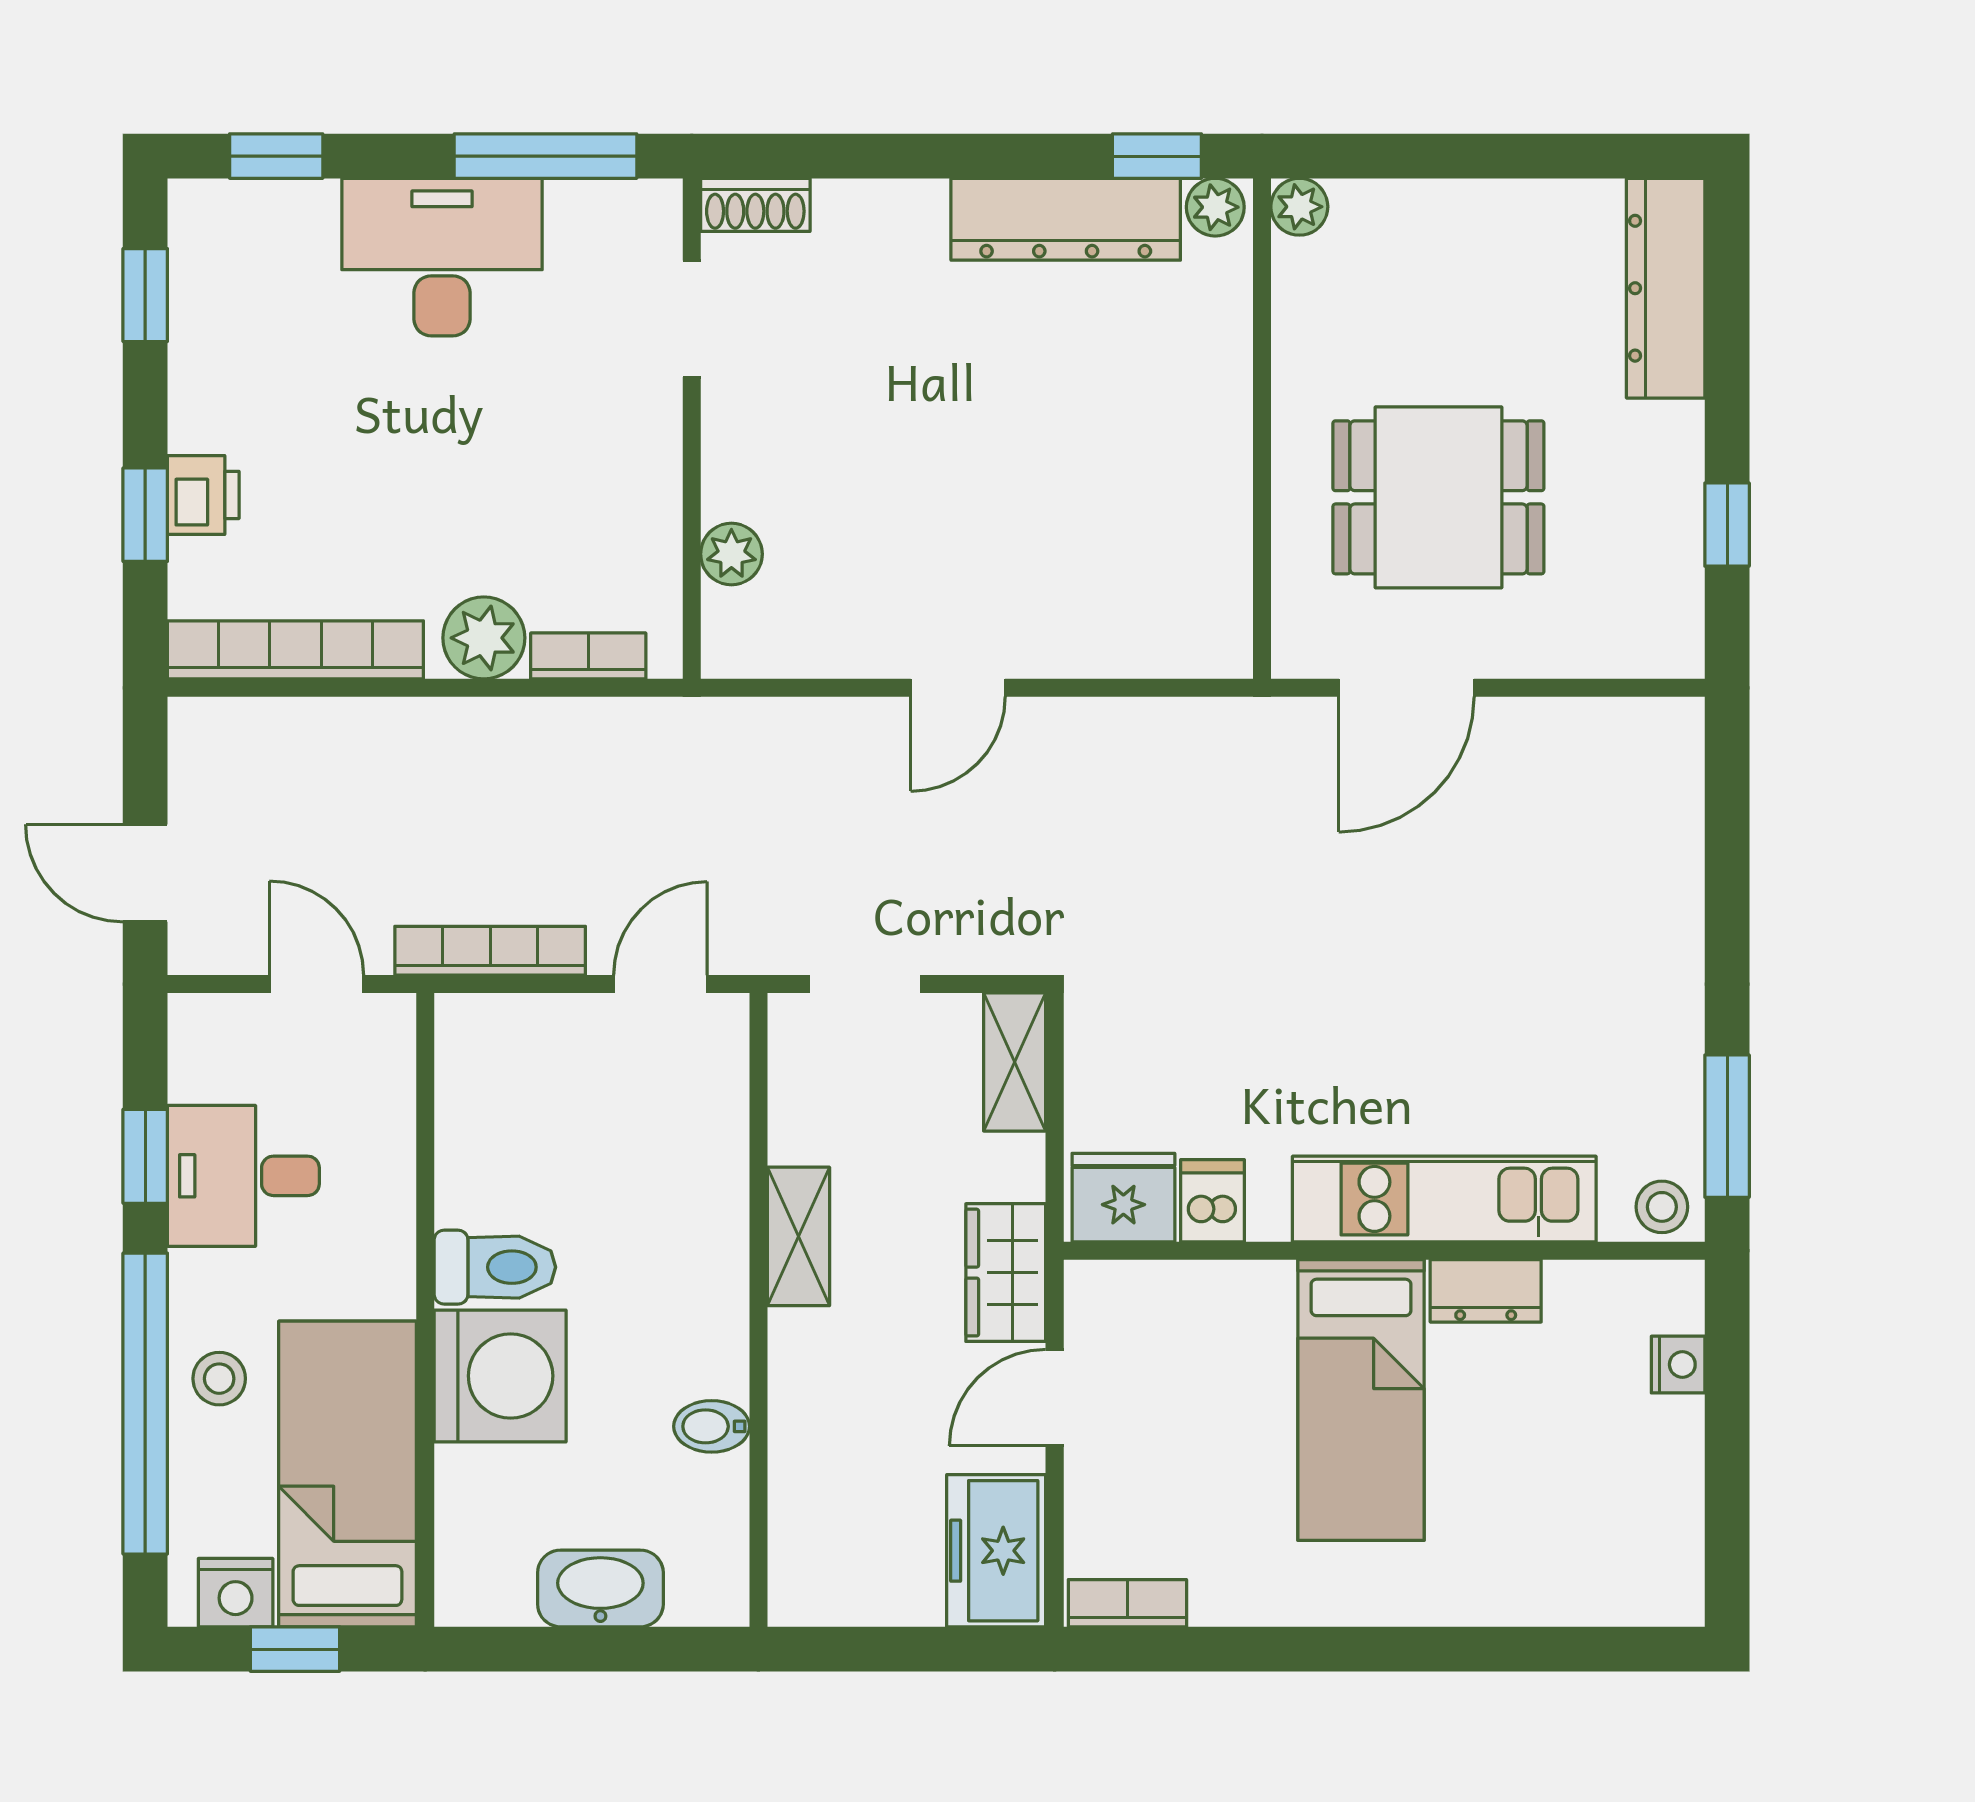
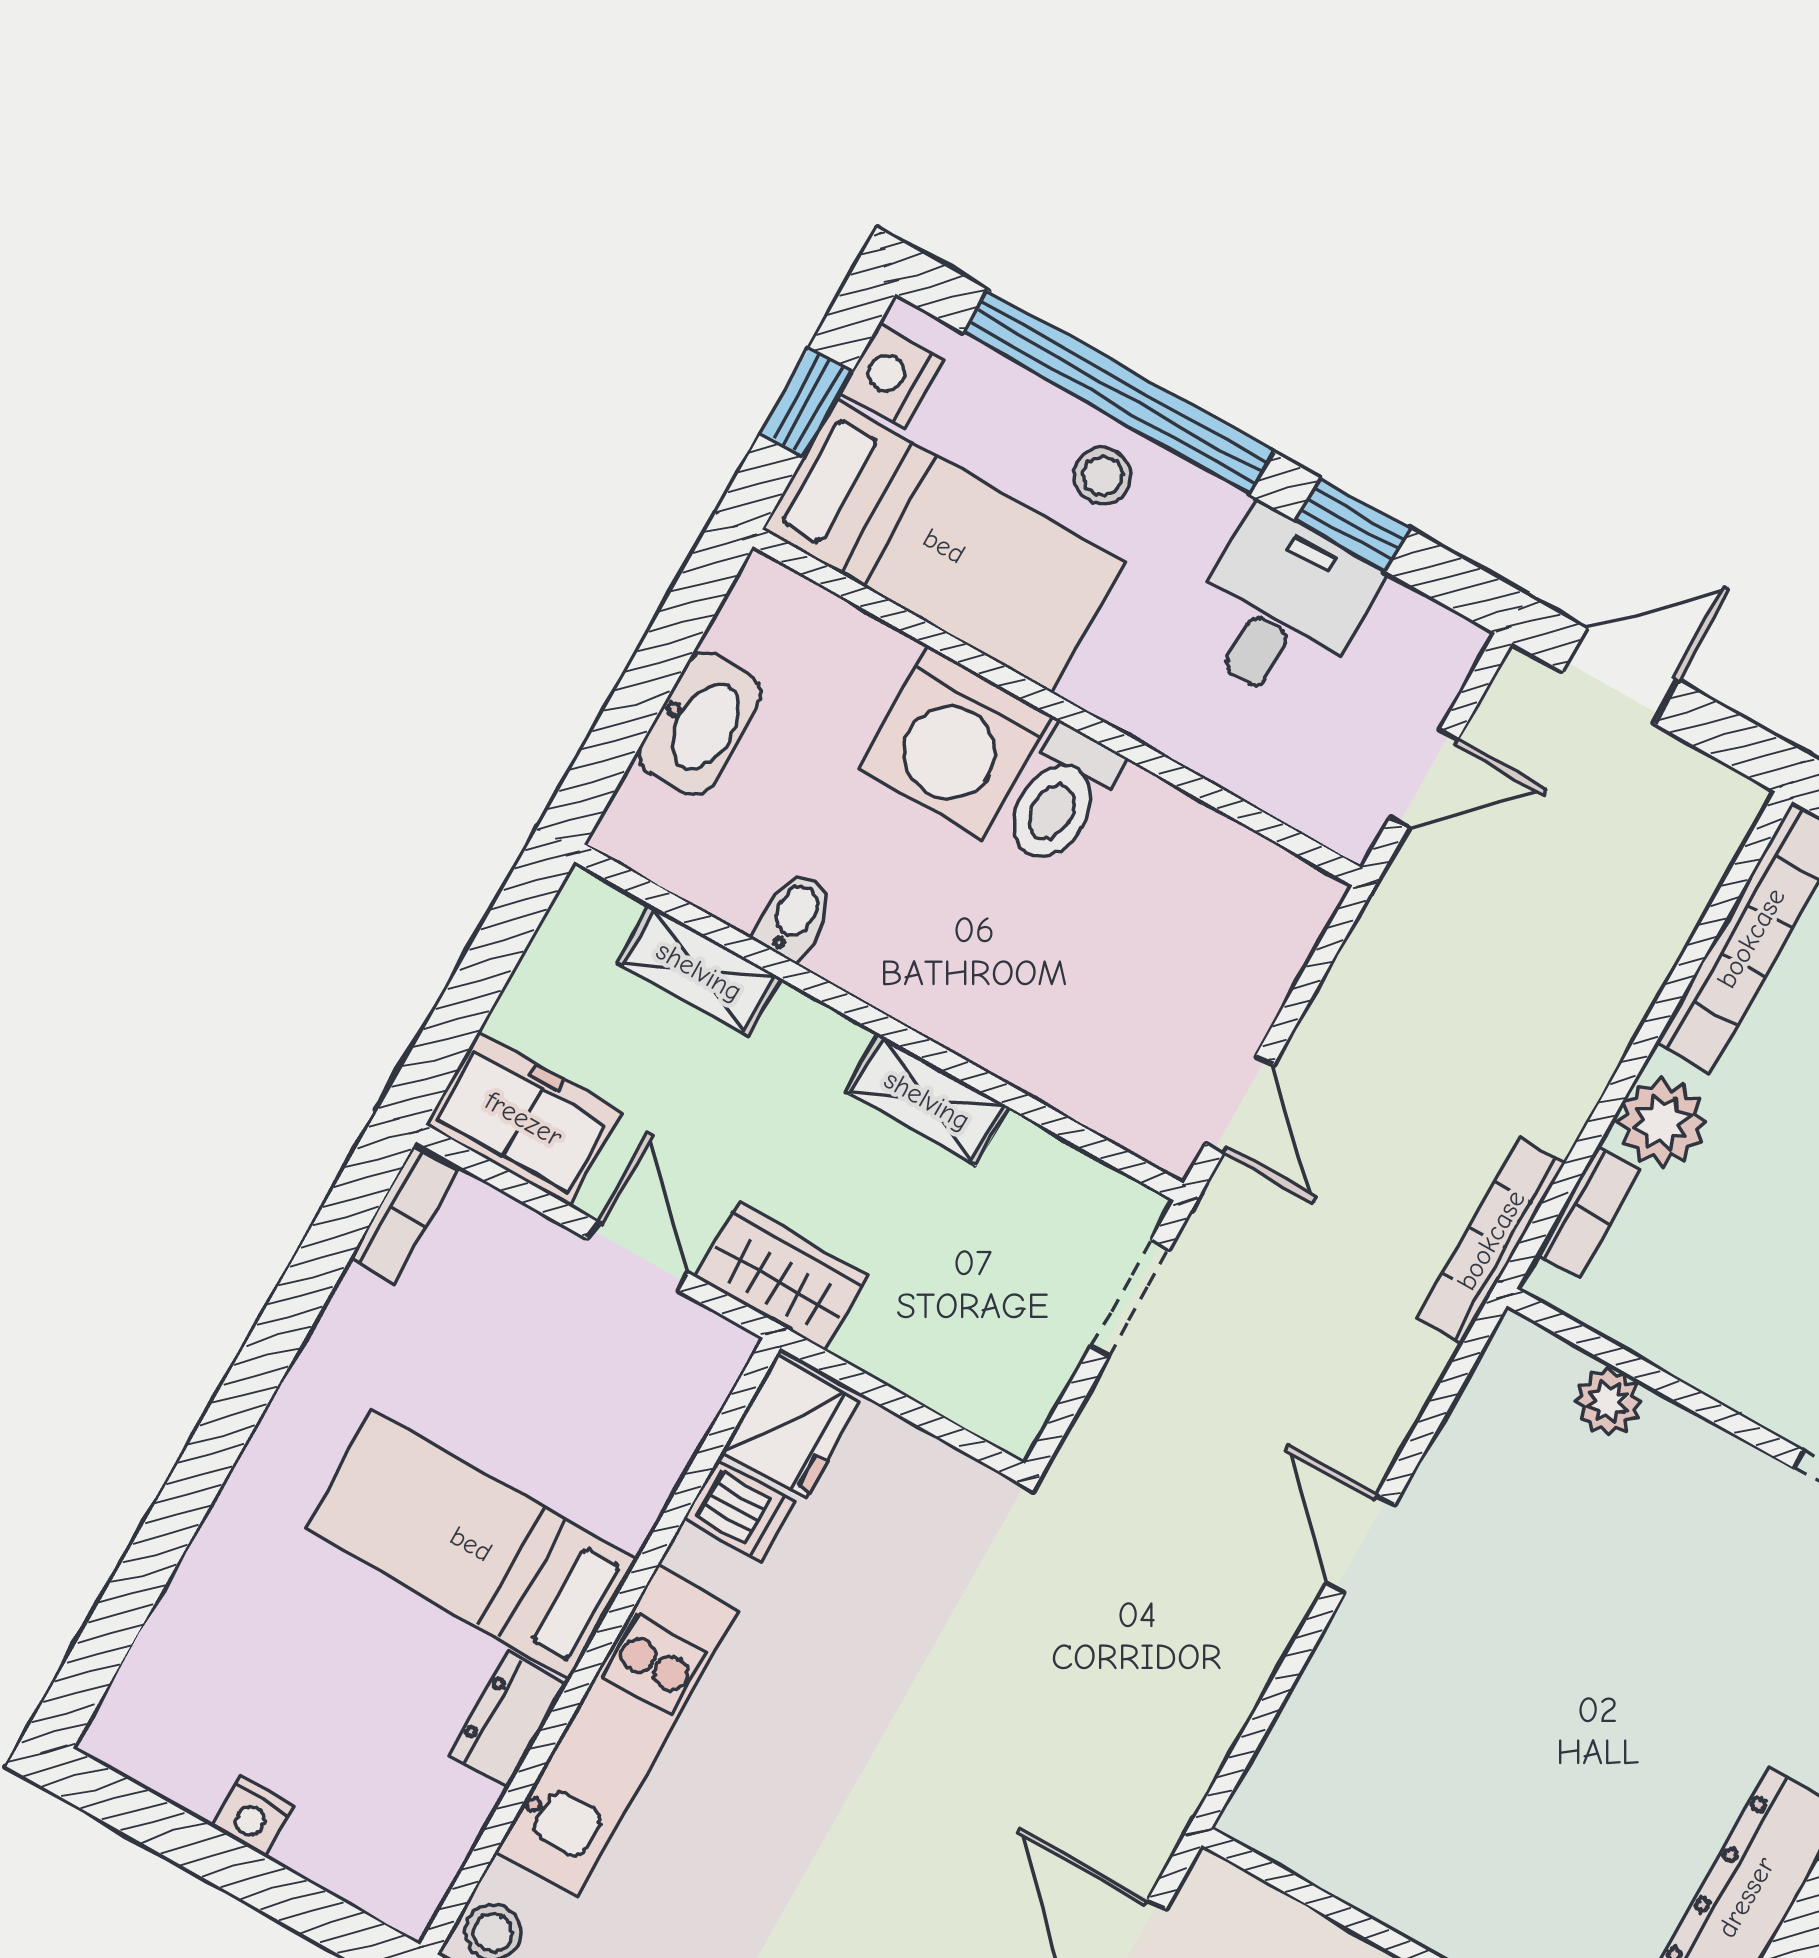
bookcase: (490, 951) -> (1491, 1240), moved, turned 180
shelving: (1015, 1062) -> (699, 971), moved
nightstand: (1678, 1365) -> (253, 1817), moved

